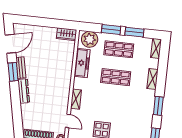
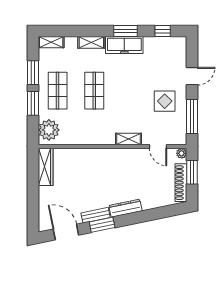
wardrobe: (67, 34) -> (46, 167), width x1.50
freezer: (82, 63) -> (124, 45), moved, turned 180
door: (68, 121) -> (158, 146), swing flipped

